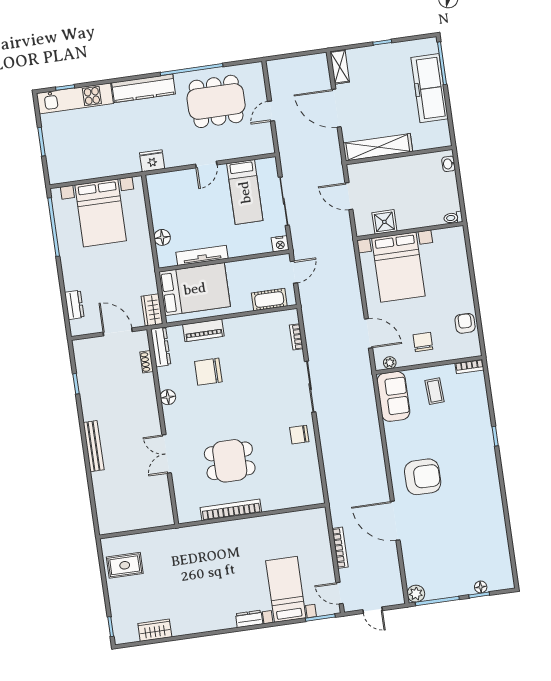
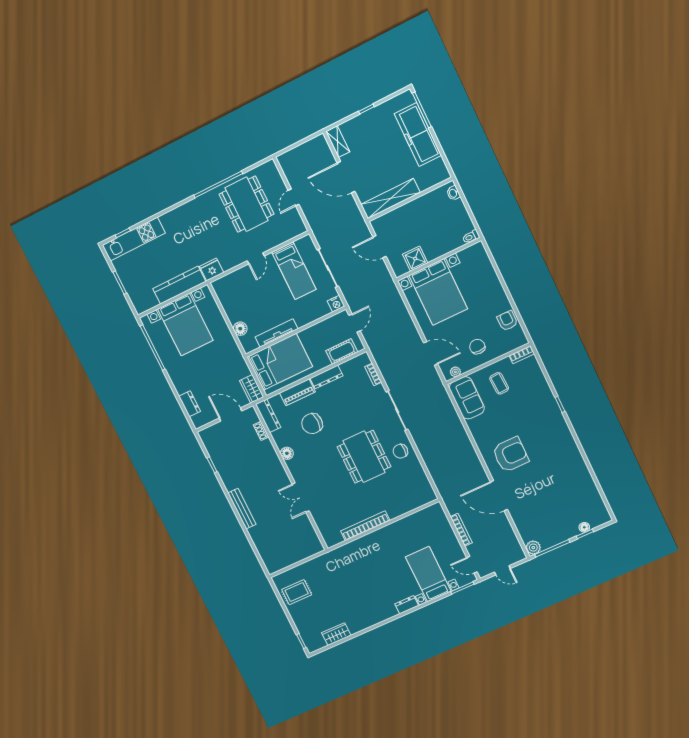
kitchen counter: (144, 88) -> (179, 285), moved, turned 180
dining table: (216, 101) -> (247, 204), turned 90
dresser: (242, 323) -> (326, 377), added
dining table: (230, 461) -> (364, 457), moved, width x1.38

